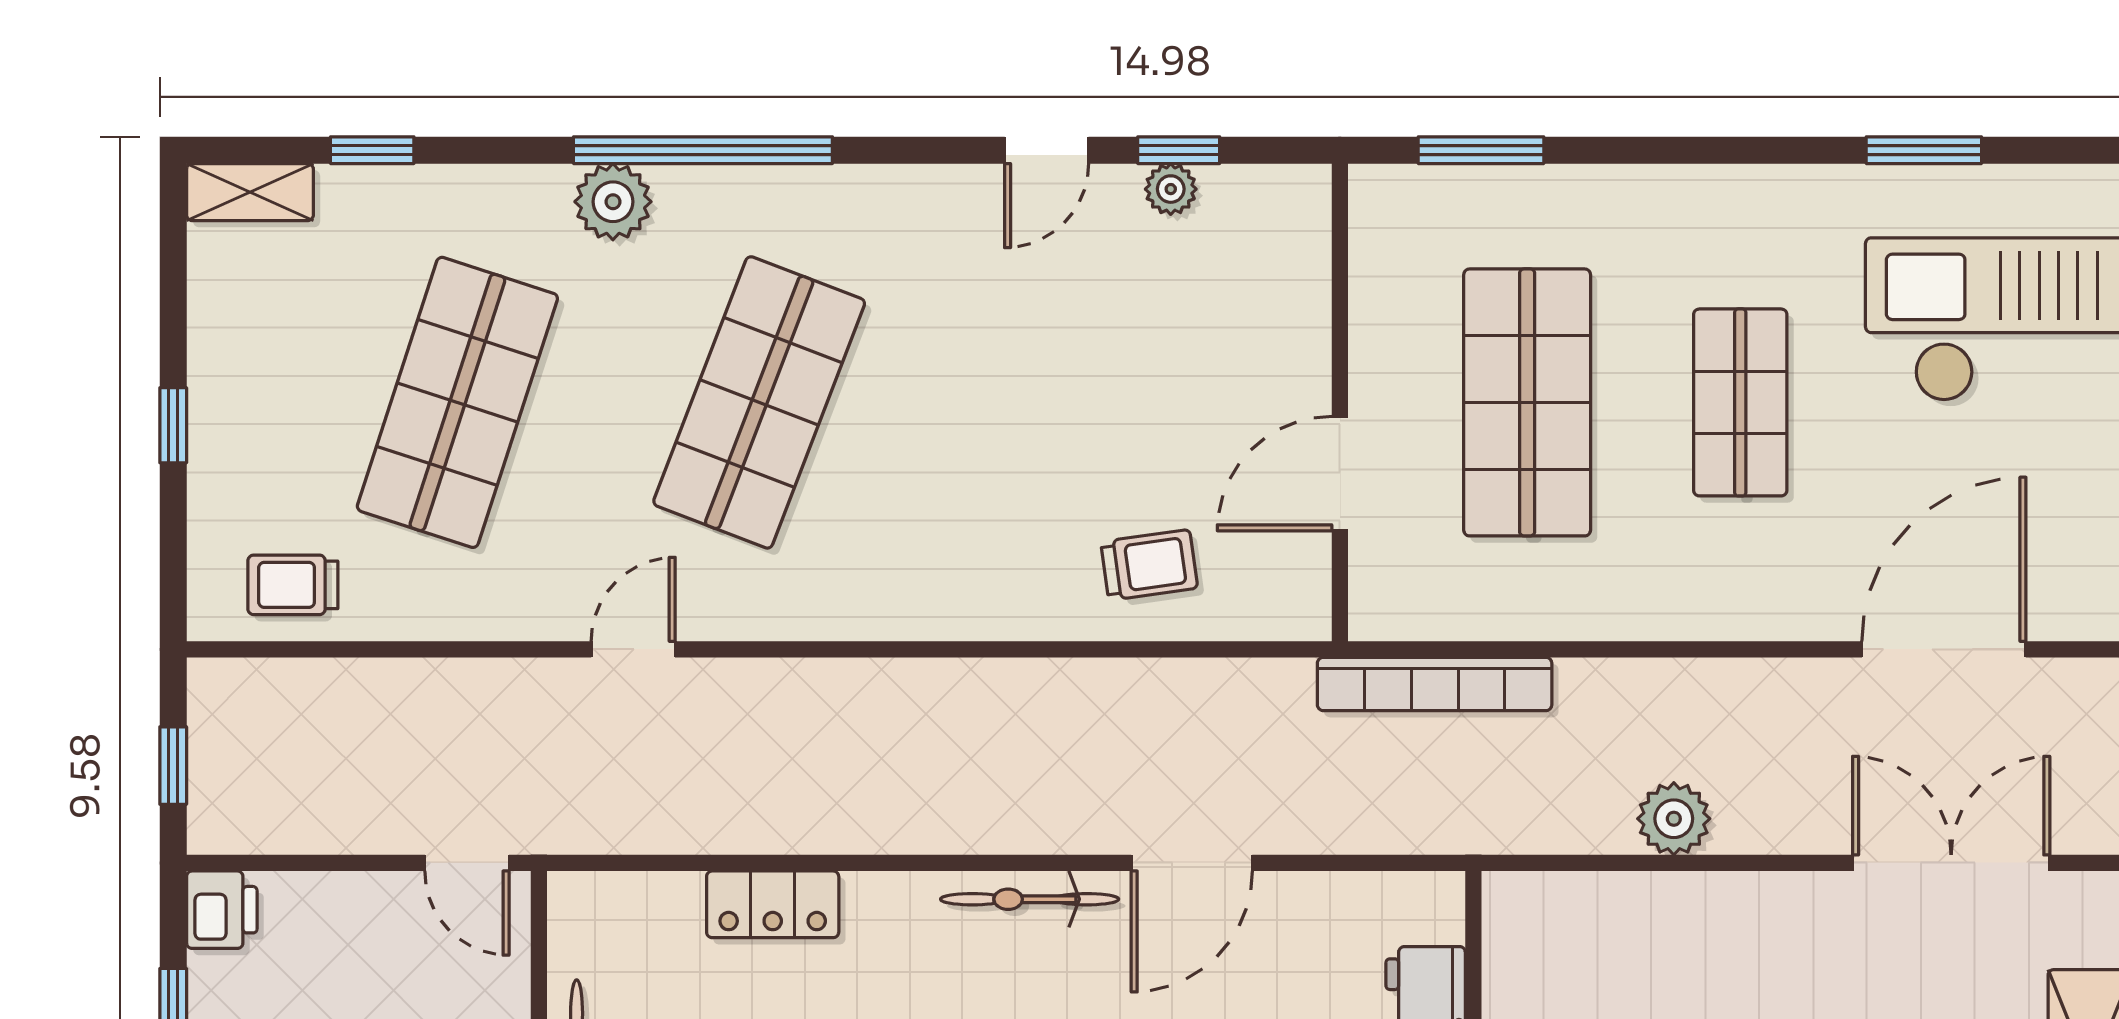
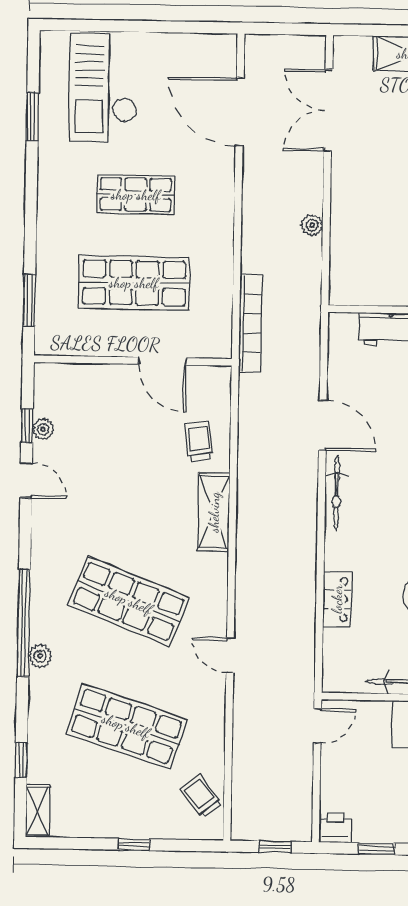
plant: (613, 202) -> (40, 656), width x0.73, depth x0.73
trolley: (293, 585) -> (201, 796), turned 142
shelving: (978, 604) -> (214, 512), added
plant: (1674, 819) -> (312, 225), width x0.73, depth x0.73

